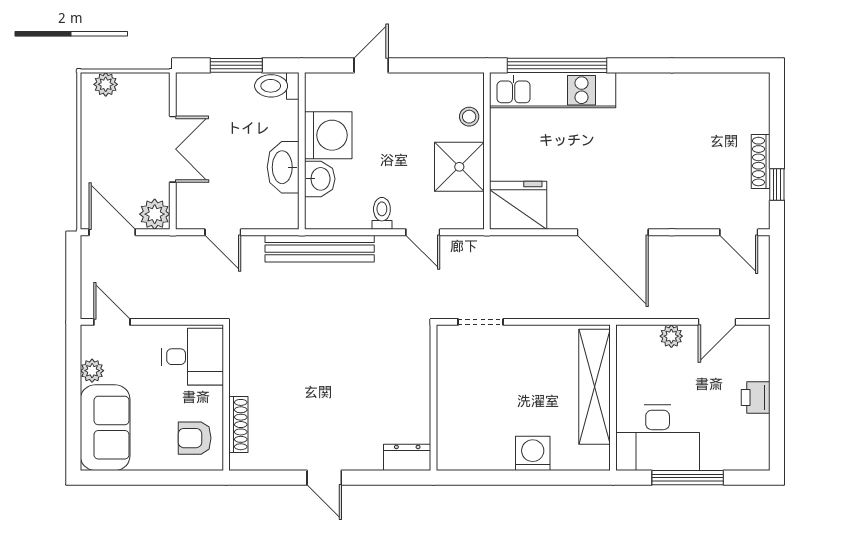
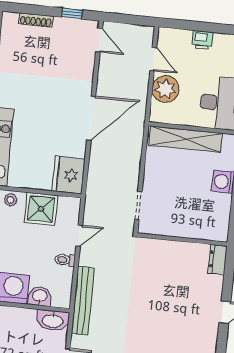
shoe rack: (761, 162) -> (36, 20), moved
washbasin: (283, 167) -> (53, 320), moved
door: (739, 232) -> (99, 40), hinge flipped
plant: (671, 336) -> (165, 89), width x1.88, depth x1.88

